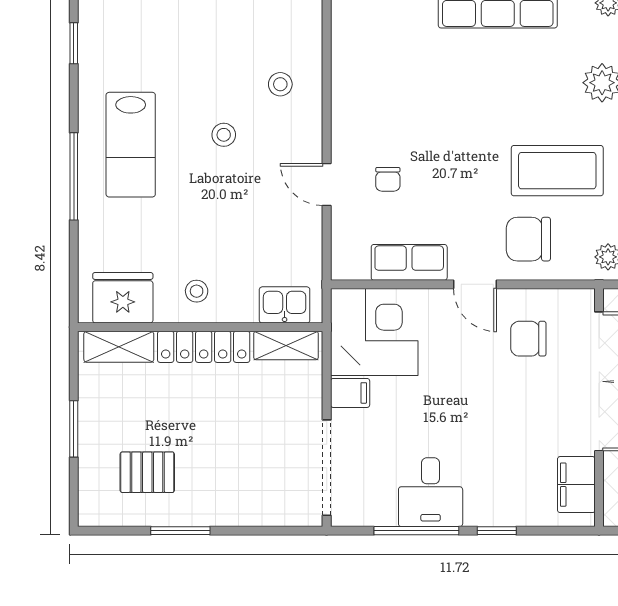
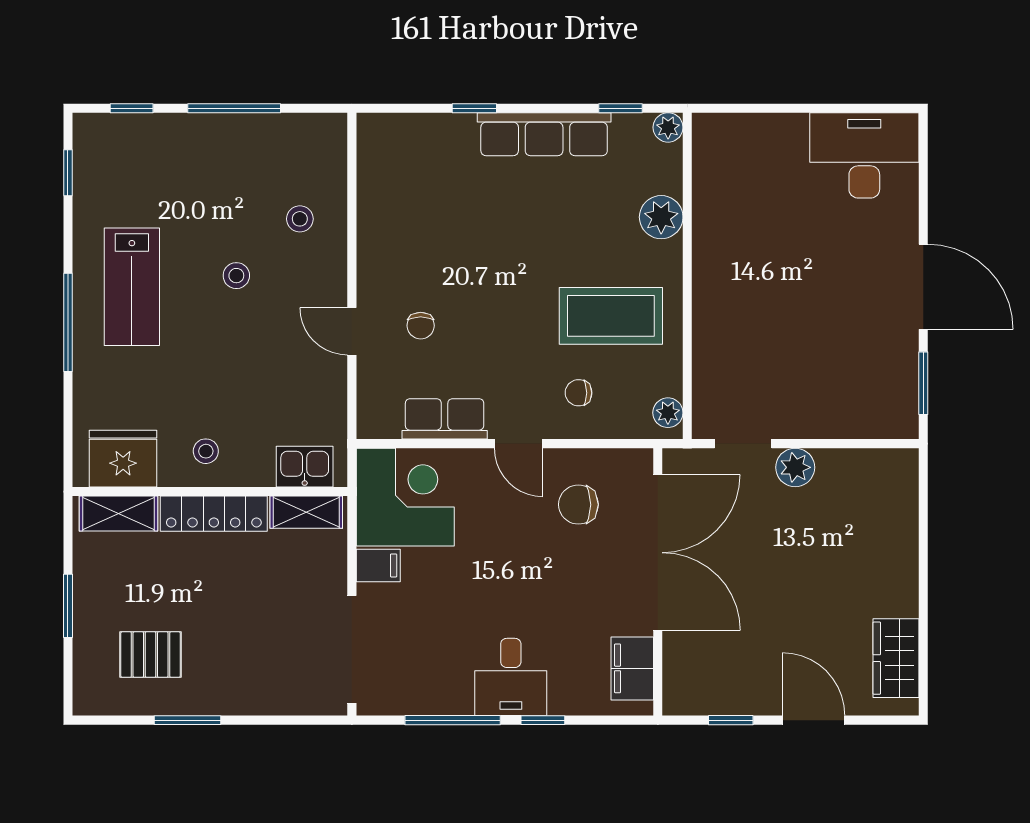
chair: (528, 239) -> (579, 393), width x0.54, depth x0.54
desk: (431, 492) -> (511, 677), moved

